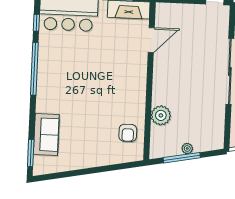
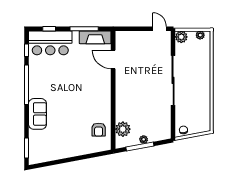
door: (151, 40) -> (113, 59), swing flipped
plant: (161, 115) -> (123, 129), moved
sofa: (46, 135) -> (38, 114), moved

